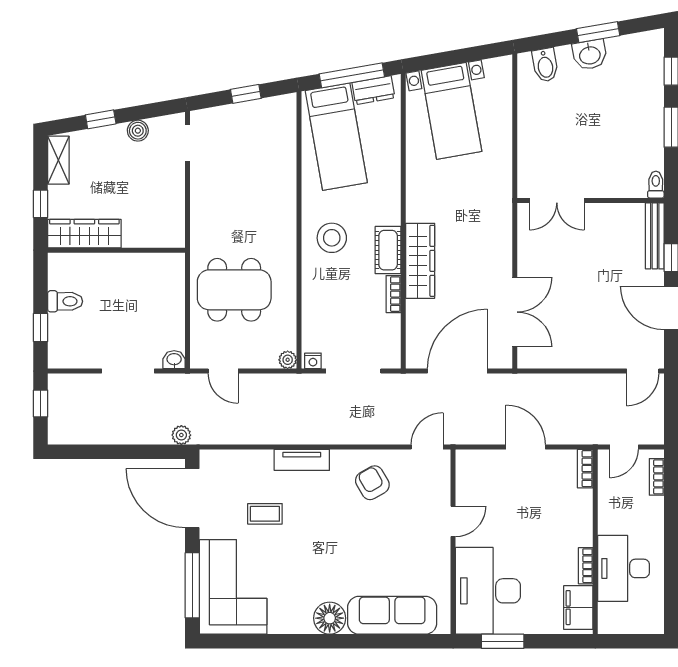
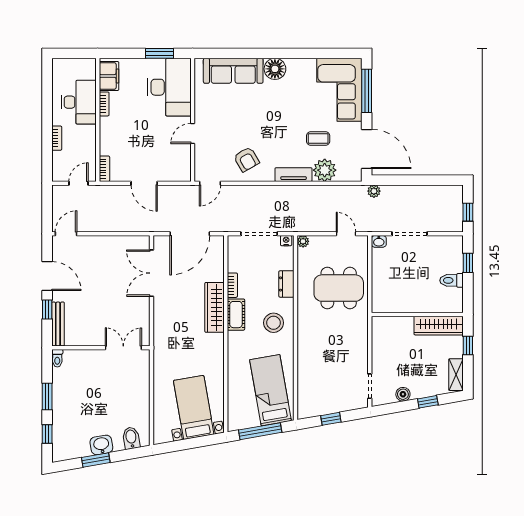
dresser: (373, 90) -> (286, 284), moved, turned -80
plant: (255, 466) -> (325, 170), added
bookcase: (657, 477) -> (57, 138), moved

